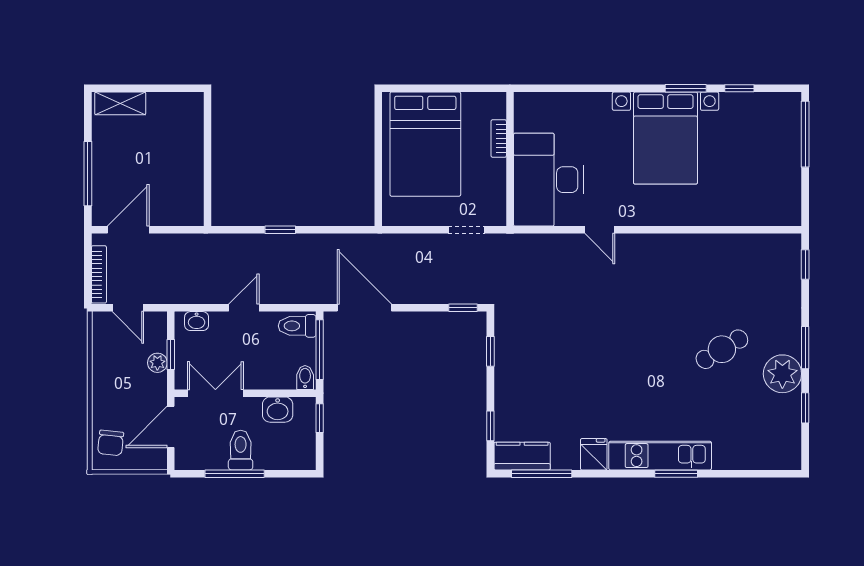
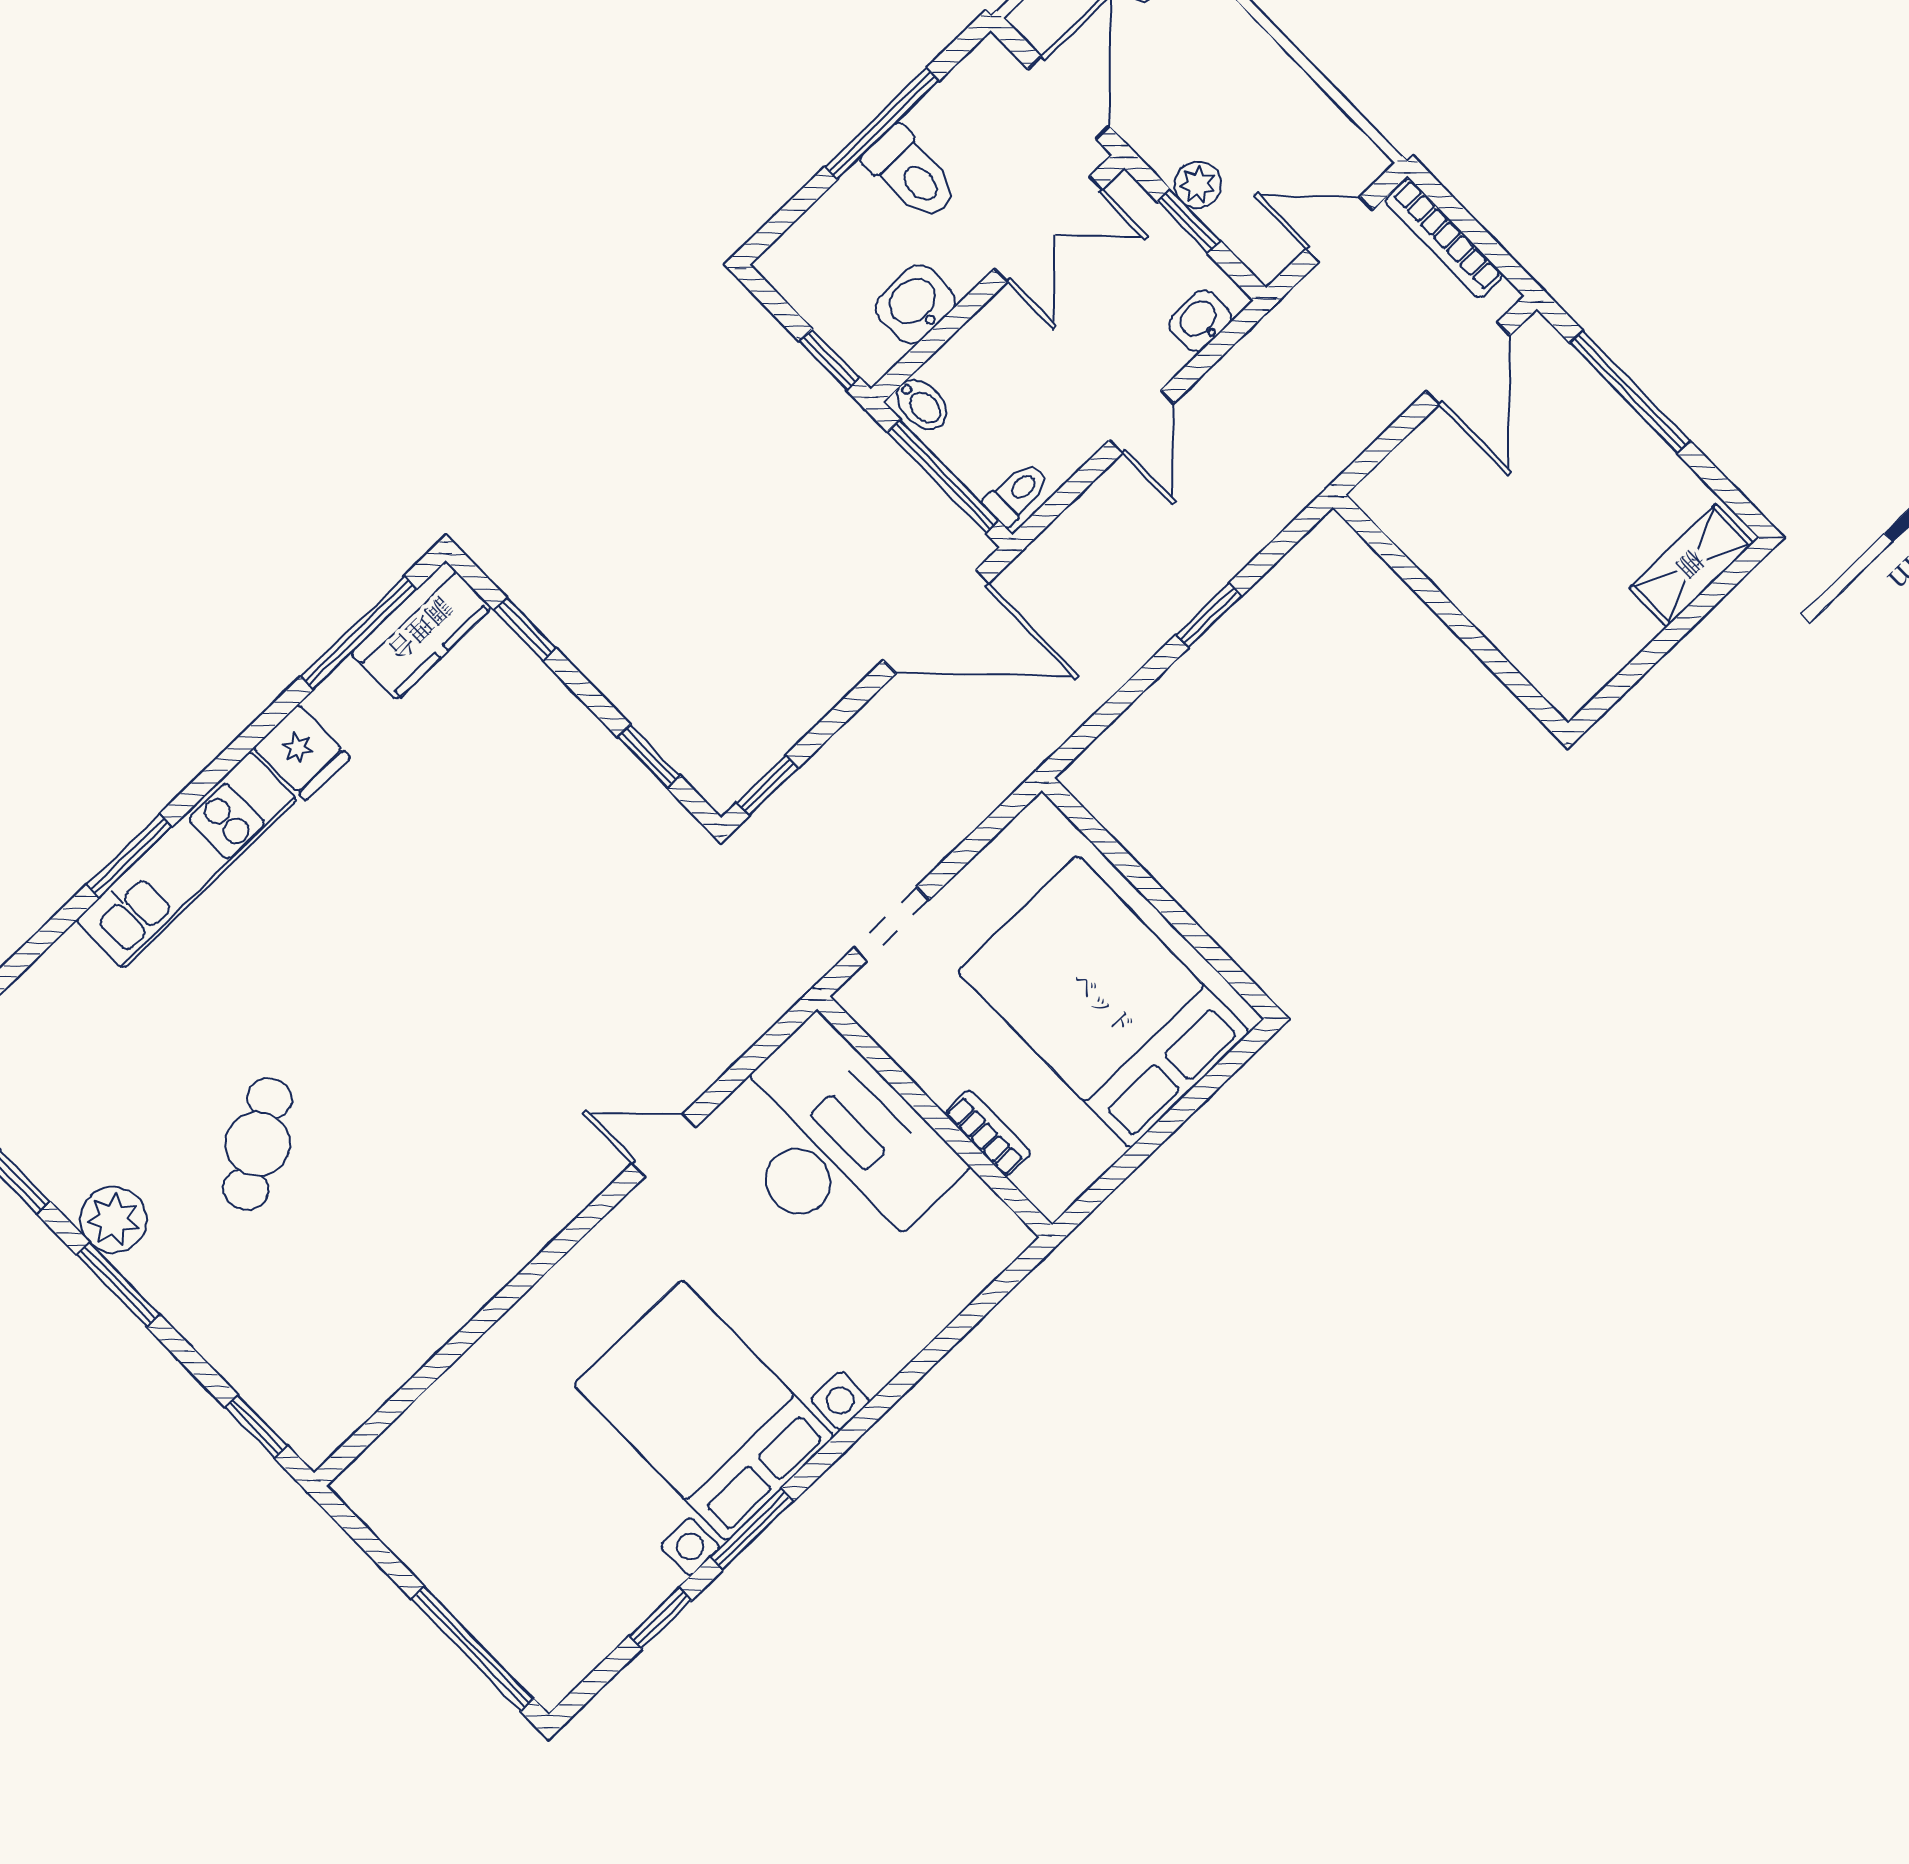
toilet: (297, 326) -> (1017, 493), width x0.73, depth x0.72
plant: (782, 374) -> (113, 1220), width x0.73, depth x0.73

